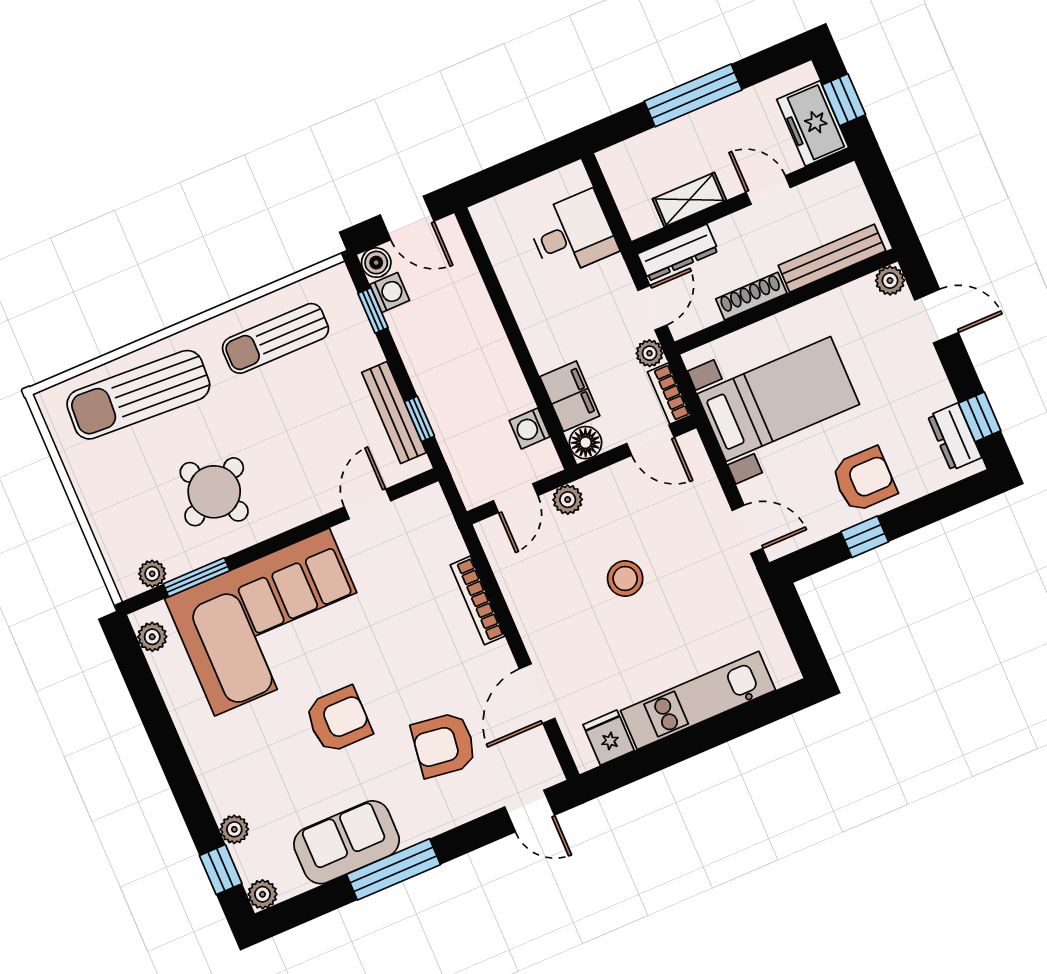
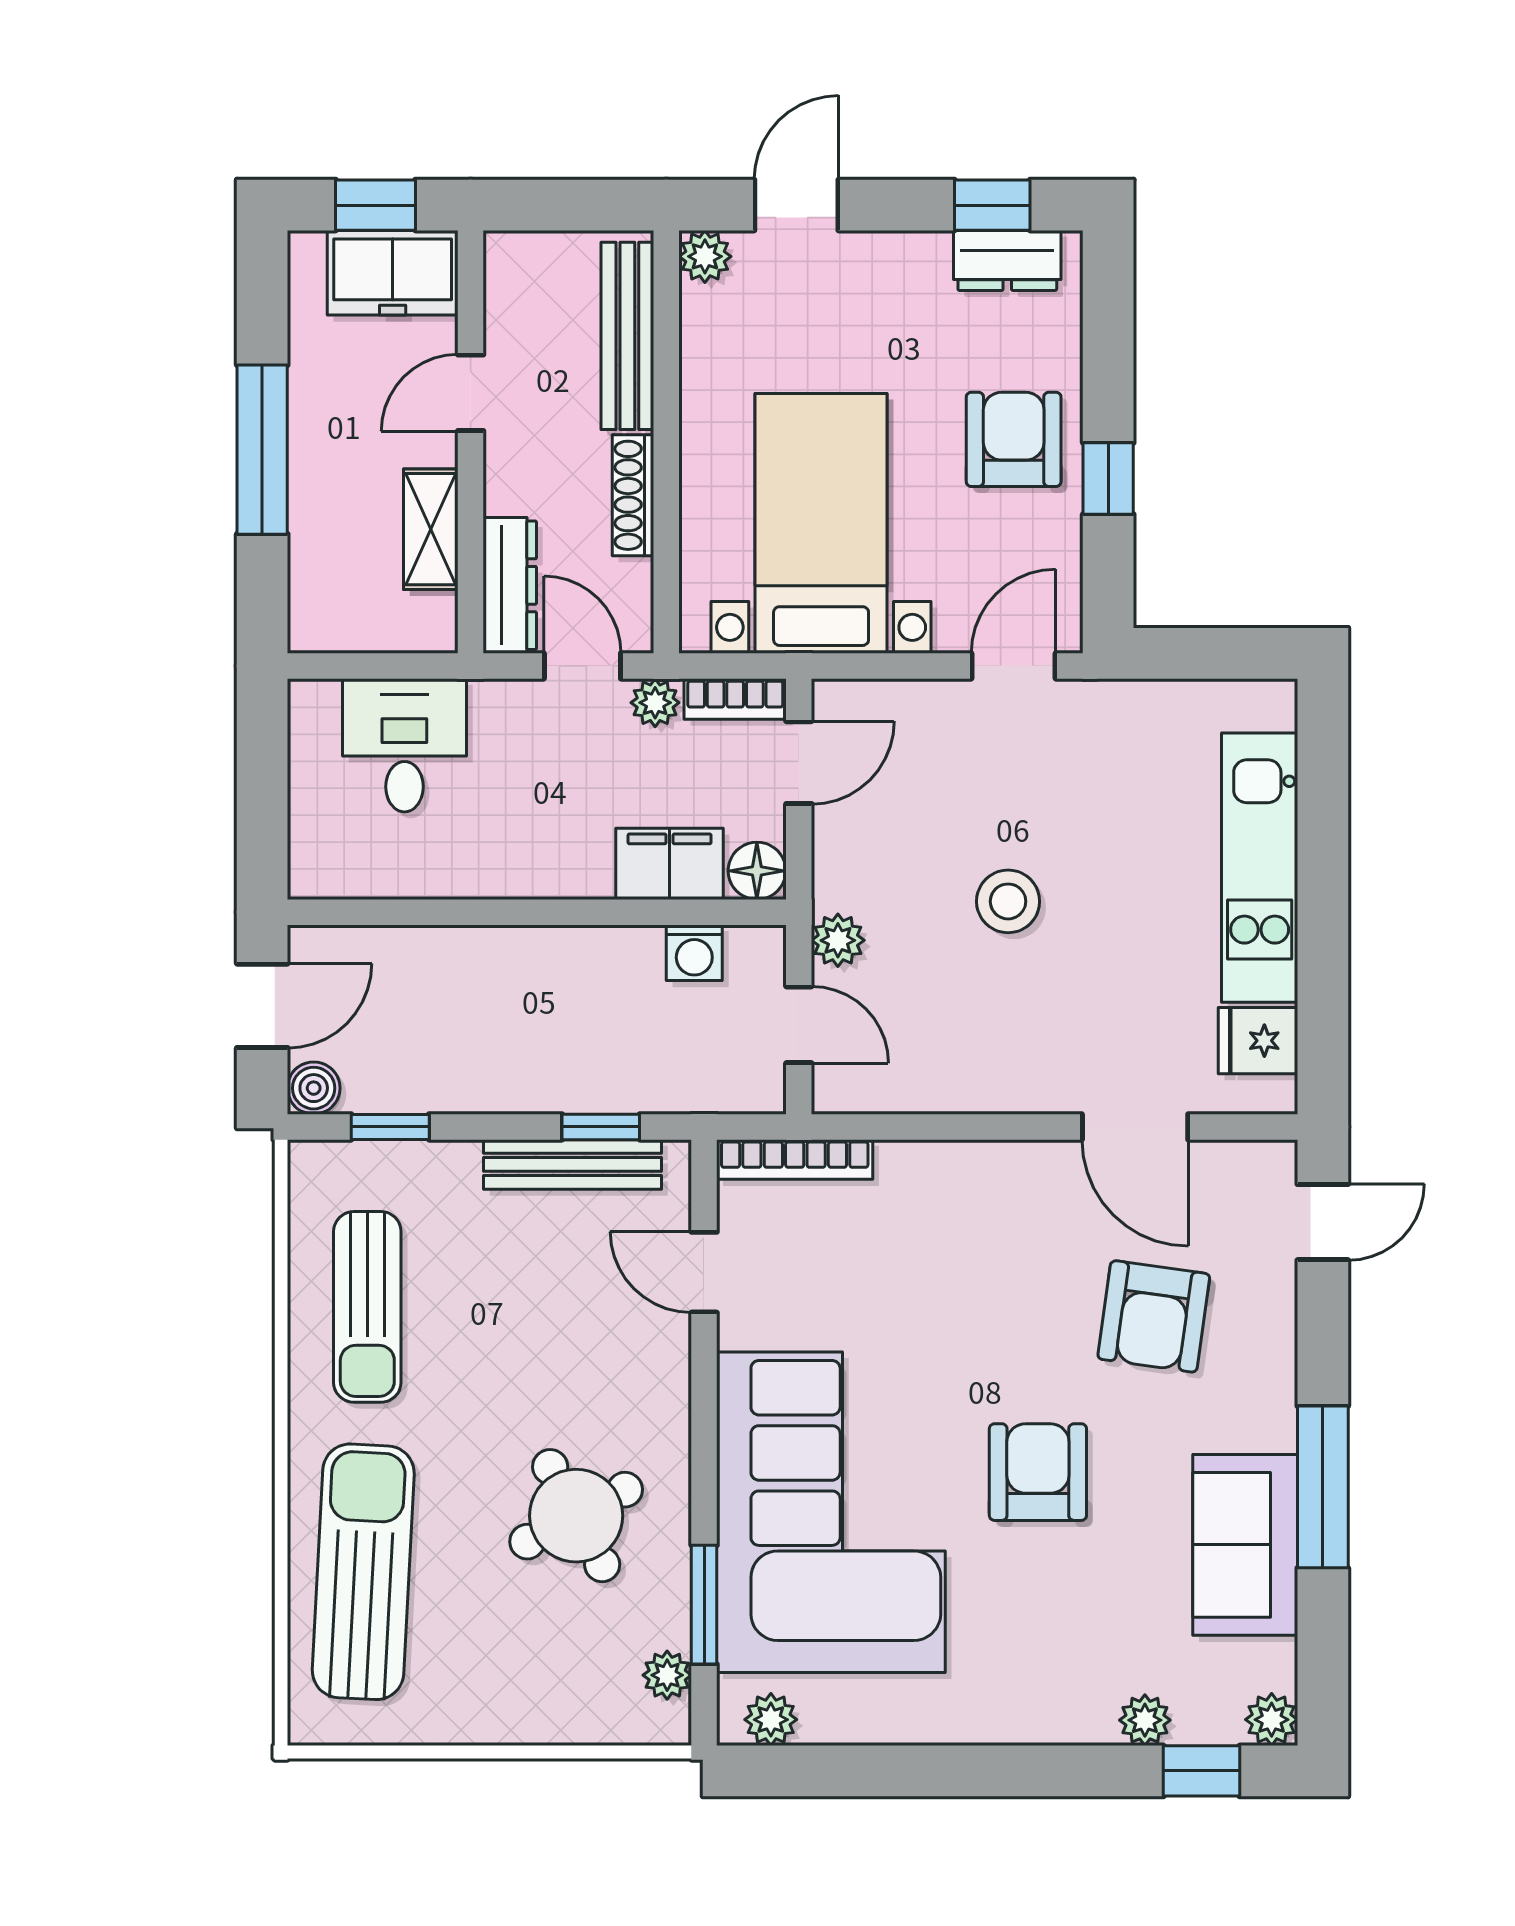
washing machine: (390, 292) -> (372, 1087), removed
sun lounger: (138, 395) -> (363, 1572), turned 180
bookcase: (477, 600) -> (795, 1159), moved

